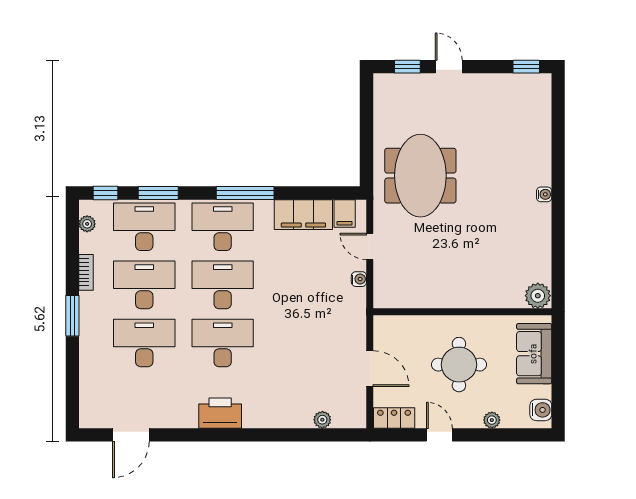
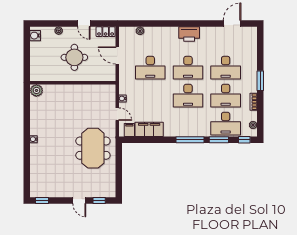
window: (245, 193) -> (190, 140), moved
desk: (223, 227) -> (150, 68), moved
sofa: (534, 354) -> (38, 63), removed

